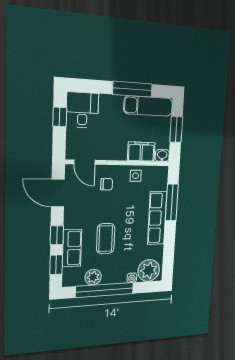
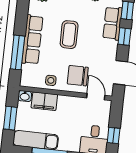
chair: (107, 184) -> (78, 76), width x1.87, depth x1.87
coffee table: (106, 239) -> (69, 35), moved

